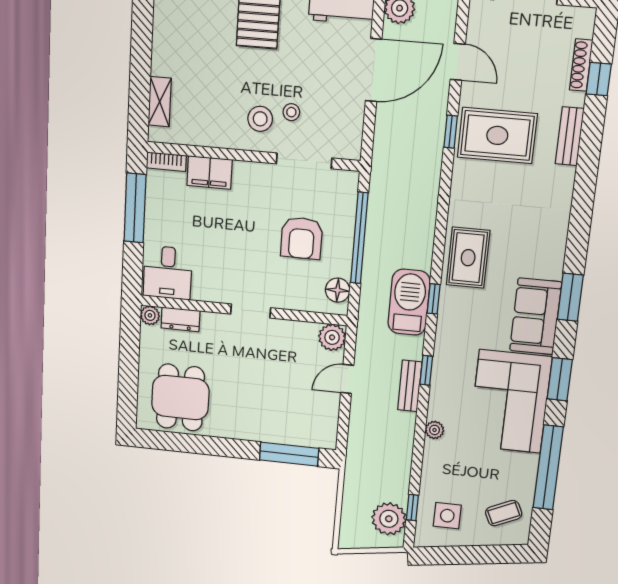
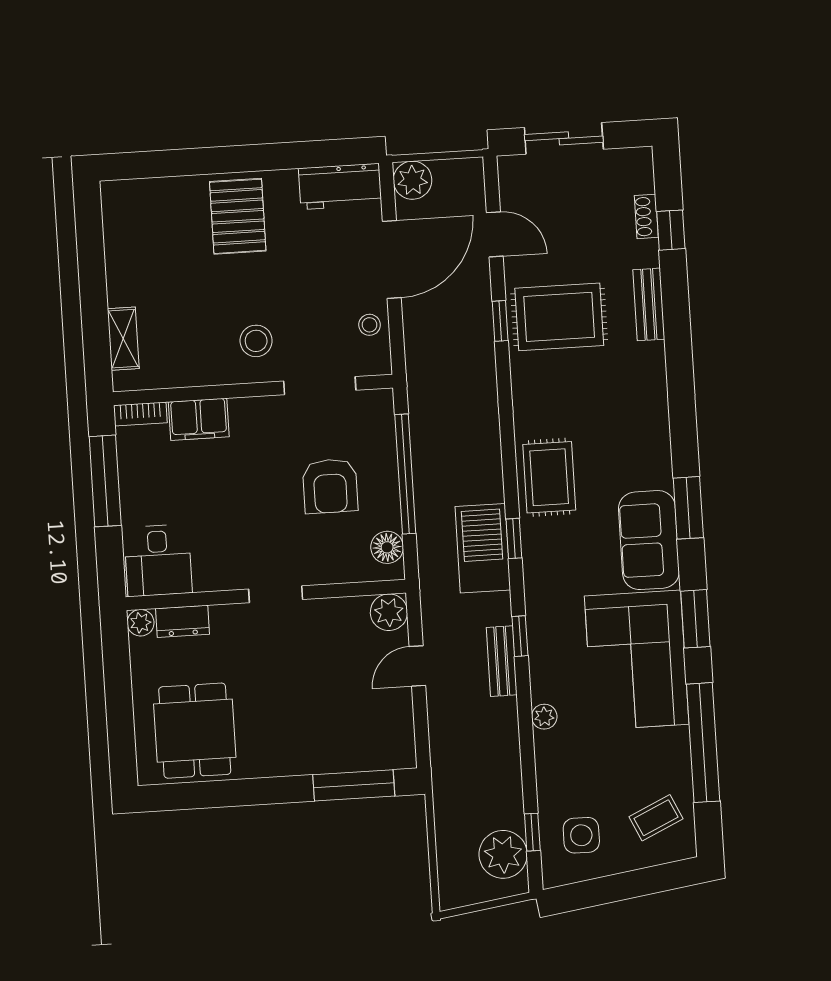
shoe rack: (581, 65) -> (646, 216), width x0.70
stool: (291, 112) -> (369, 325), moved

